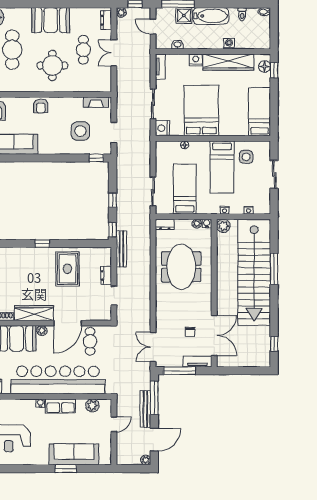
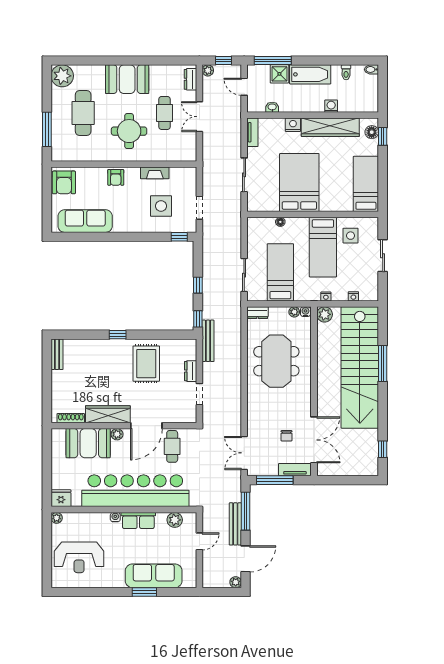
fireplace: (96, 102) -> (155, 173), moved
nightstand: (162, 128) -> (255, 203), removed

